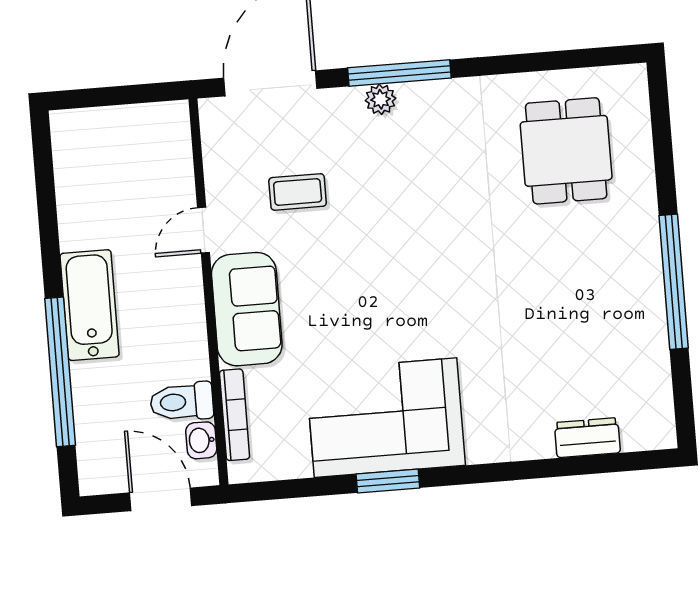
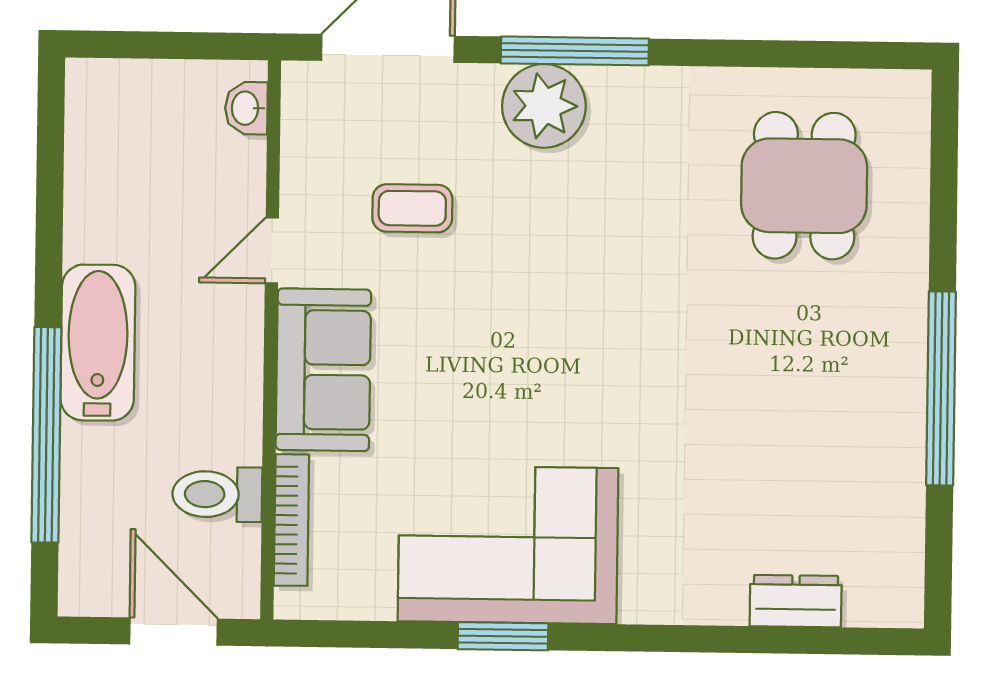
plant: (380, 99) -> (544, 106), width x1.87, depth x1.87
washbasin: (201, 440) -> (246, 108), moved

